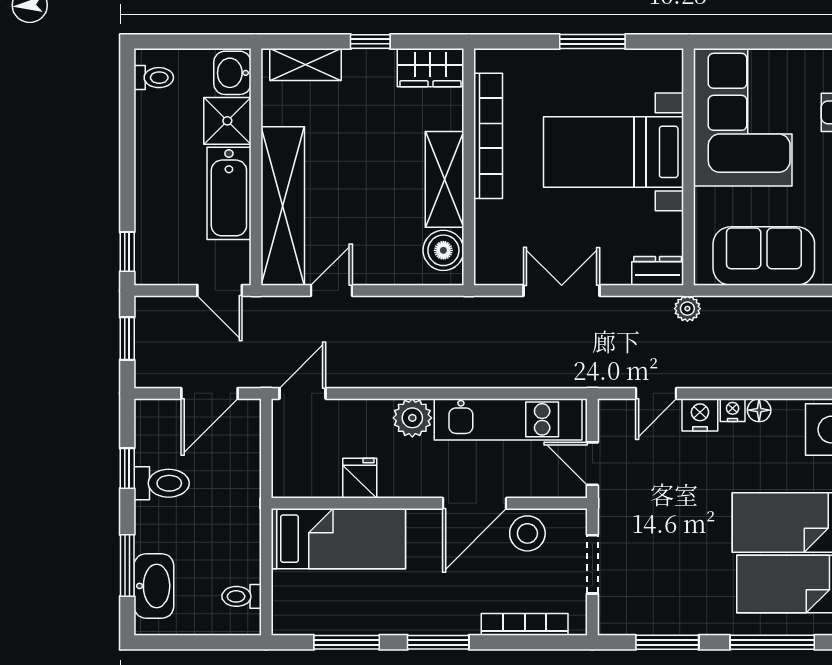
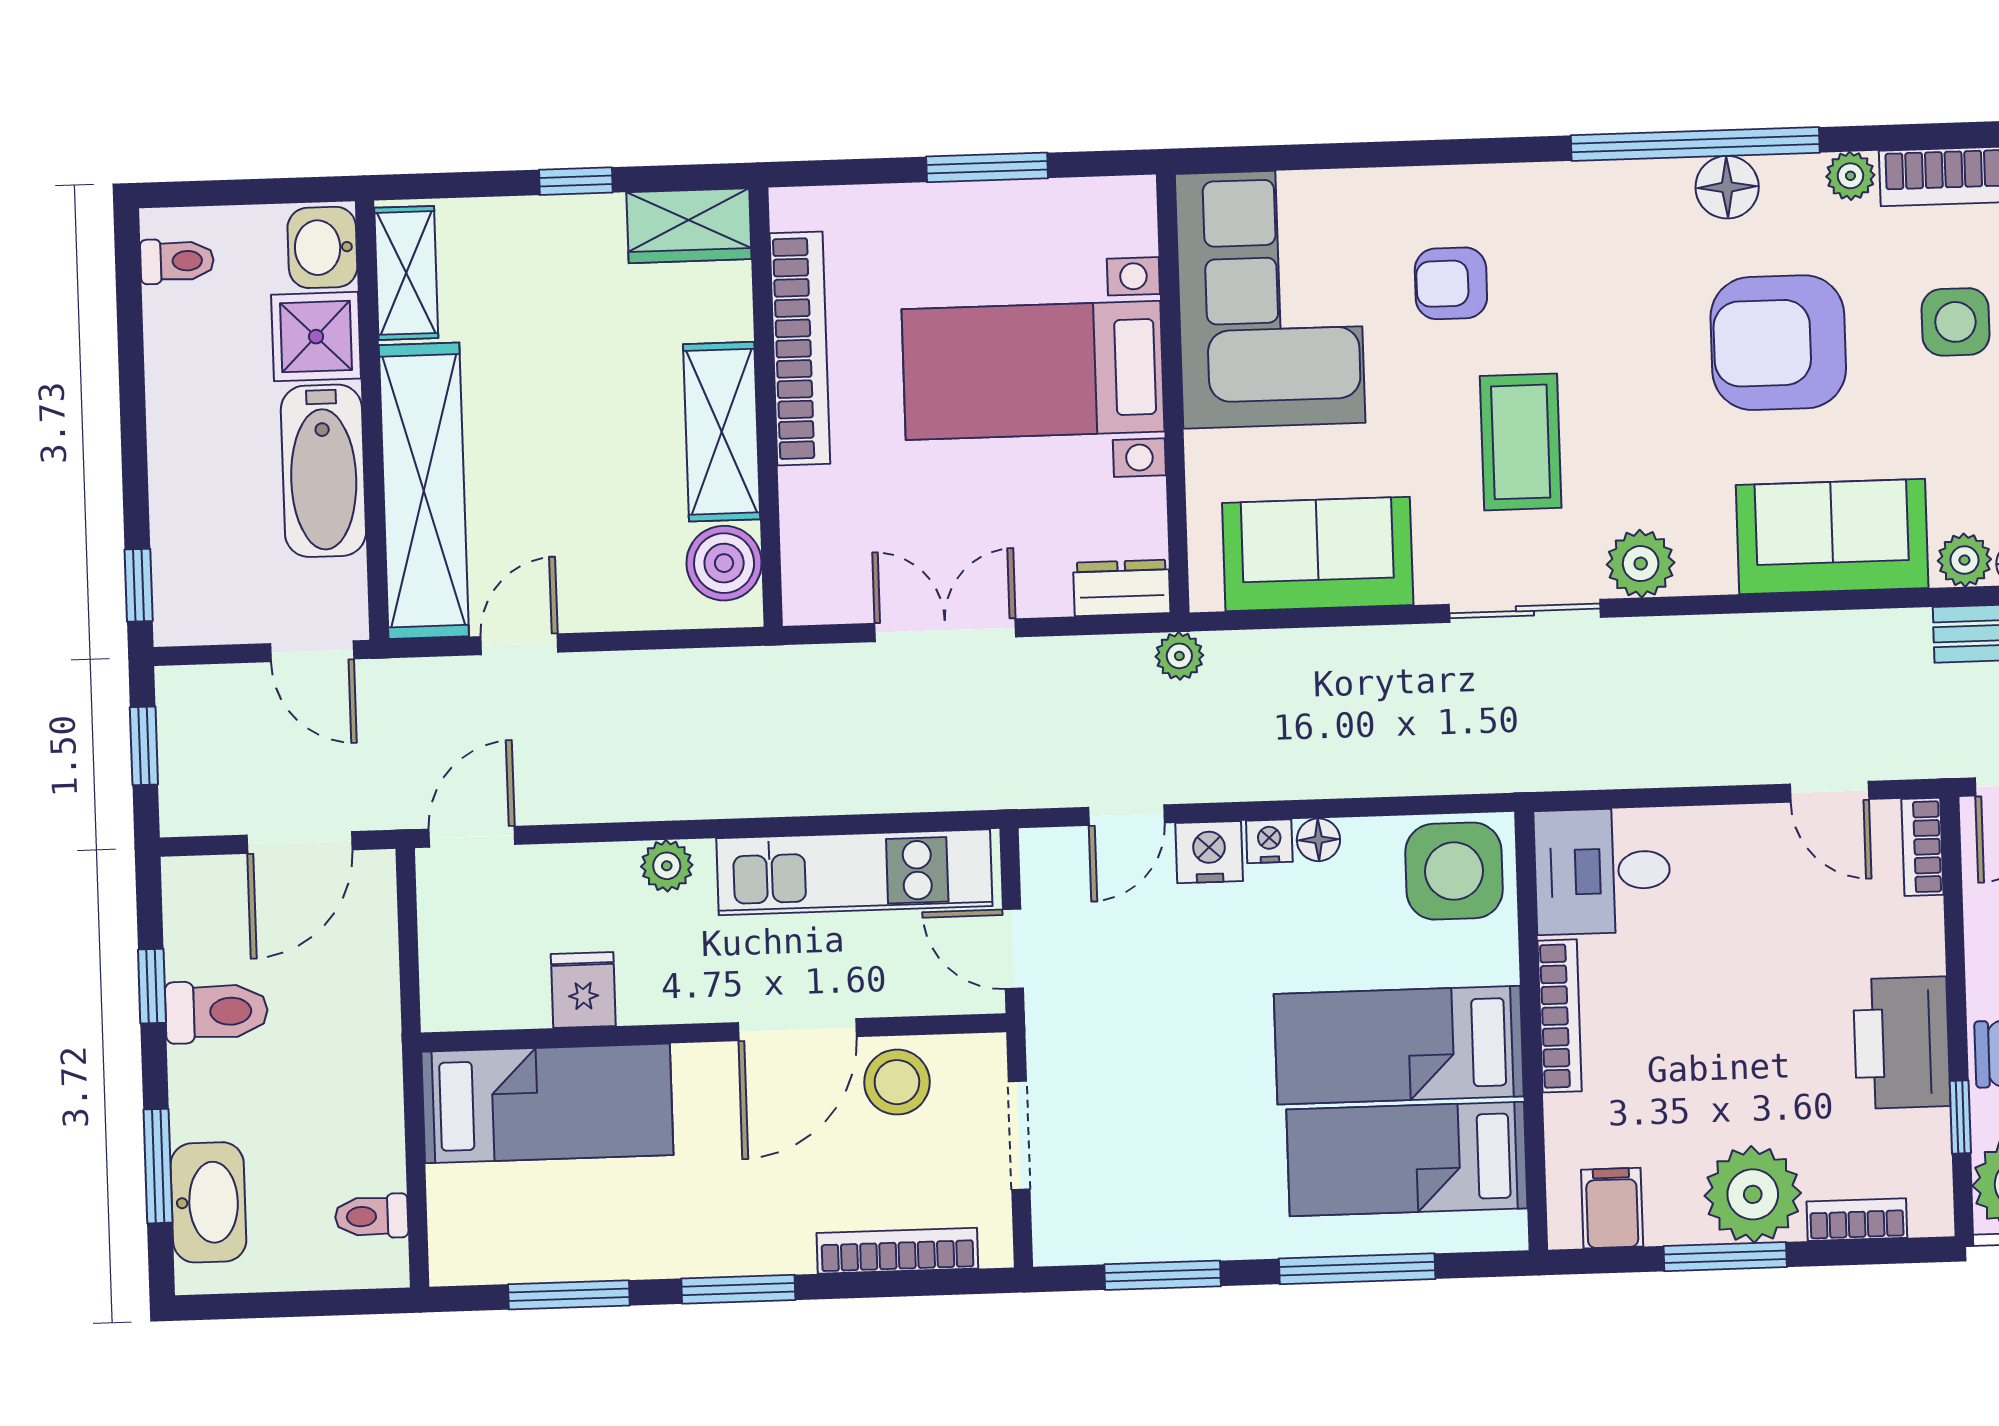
shelving: (306, 65) -> (406, 273), moved, turned 90
plant: (412, 418) -> (667, 866), width x0.73, depth x0.73

